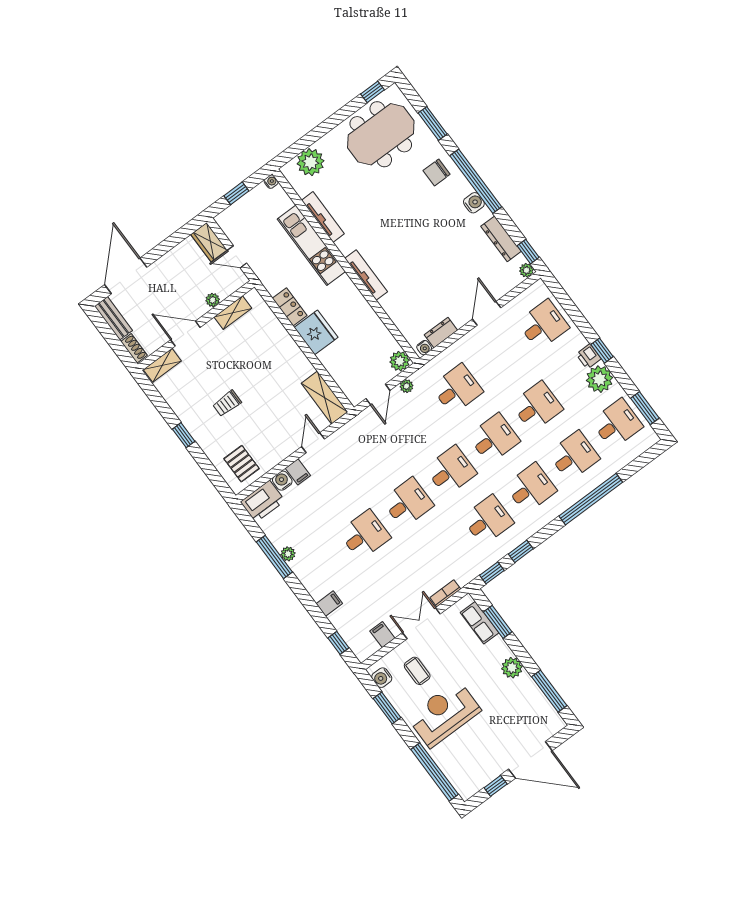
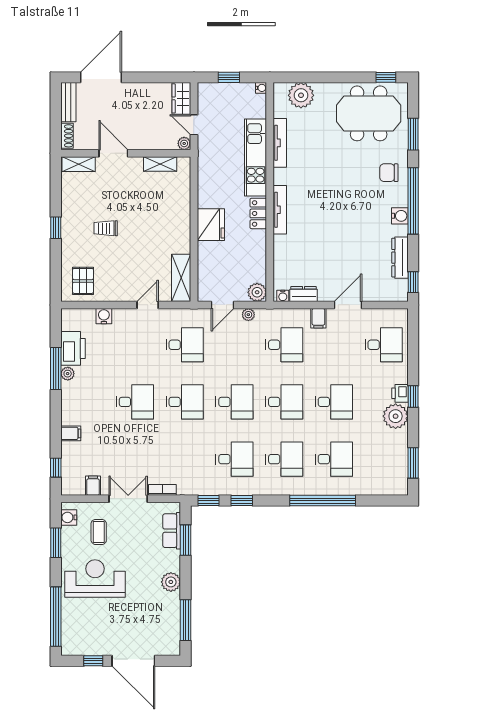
plant: (526, 270) -> (402, 295), removed
plant: (213, 300) -> (184, 143), moved
locker: (290, 307) -> (258, 213), moved, turned 180
desk: (617, 424) -> (185, 345), moved
filing cabinet: (298, 472) -> (318, 318), moved
printer: (263, 501) -> (73, 348), moved, turned -90

